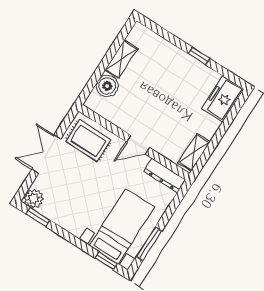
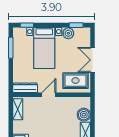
double door: (46, 154) -> (92, 60), swing flipped
plant: (34, 198) -> (68, 33), moved
bed with nightstands: (122, 226) -> (44, 48), moved

